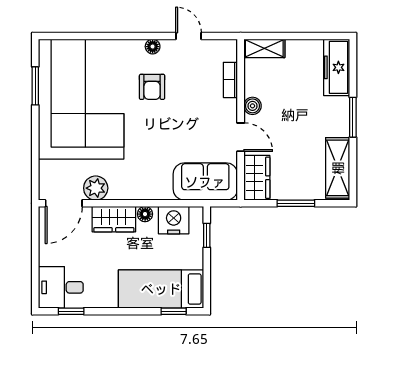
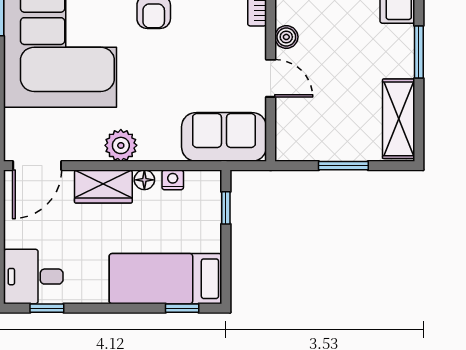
wardrobe: (257, 178) -> (292, 132), removed
plant: (96, 188) -> (121, 145), moved
nightstand: (174, 220) -> (173, 180), width x0.53, depth x0.56

